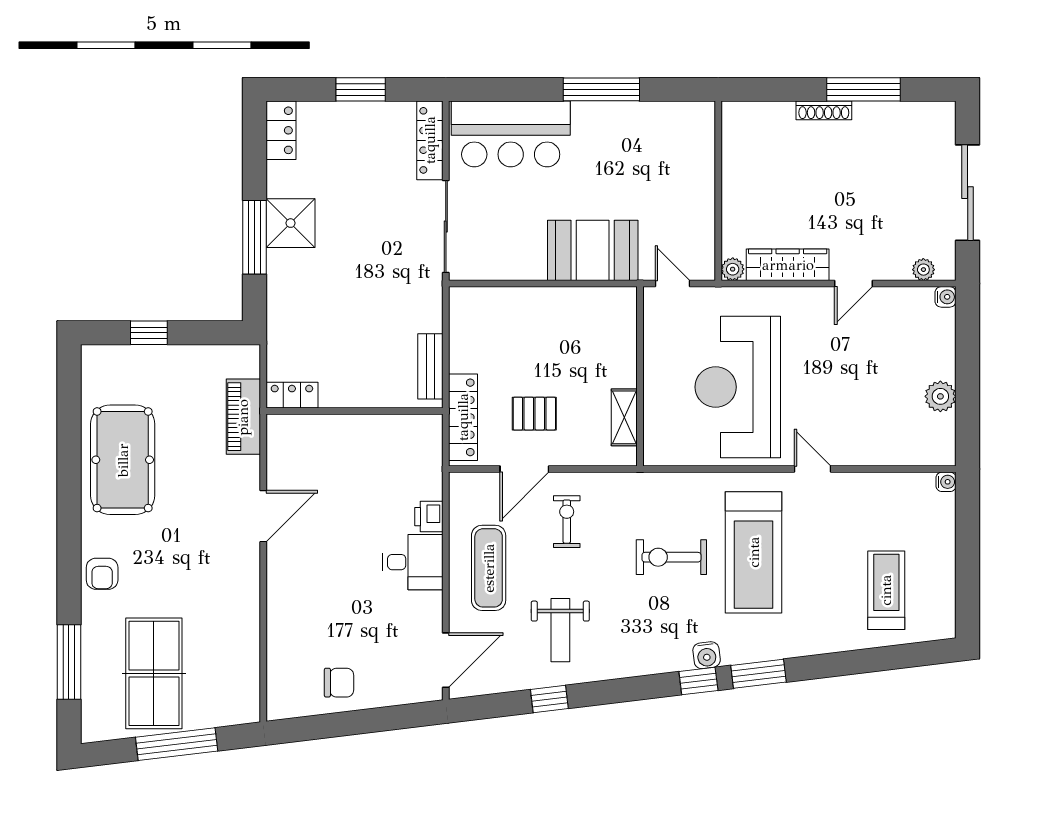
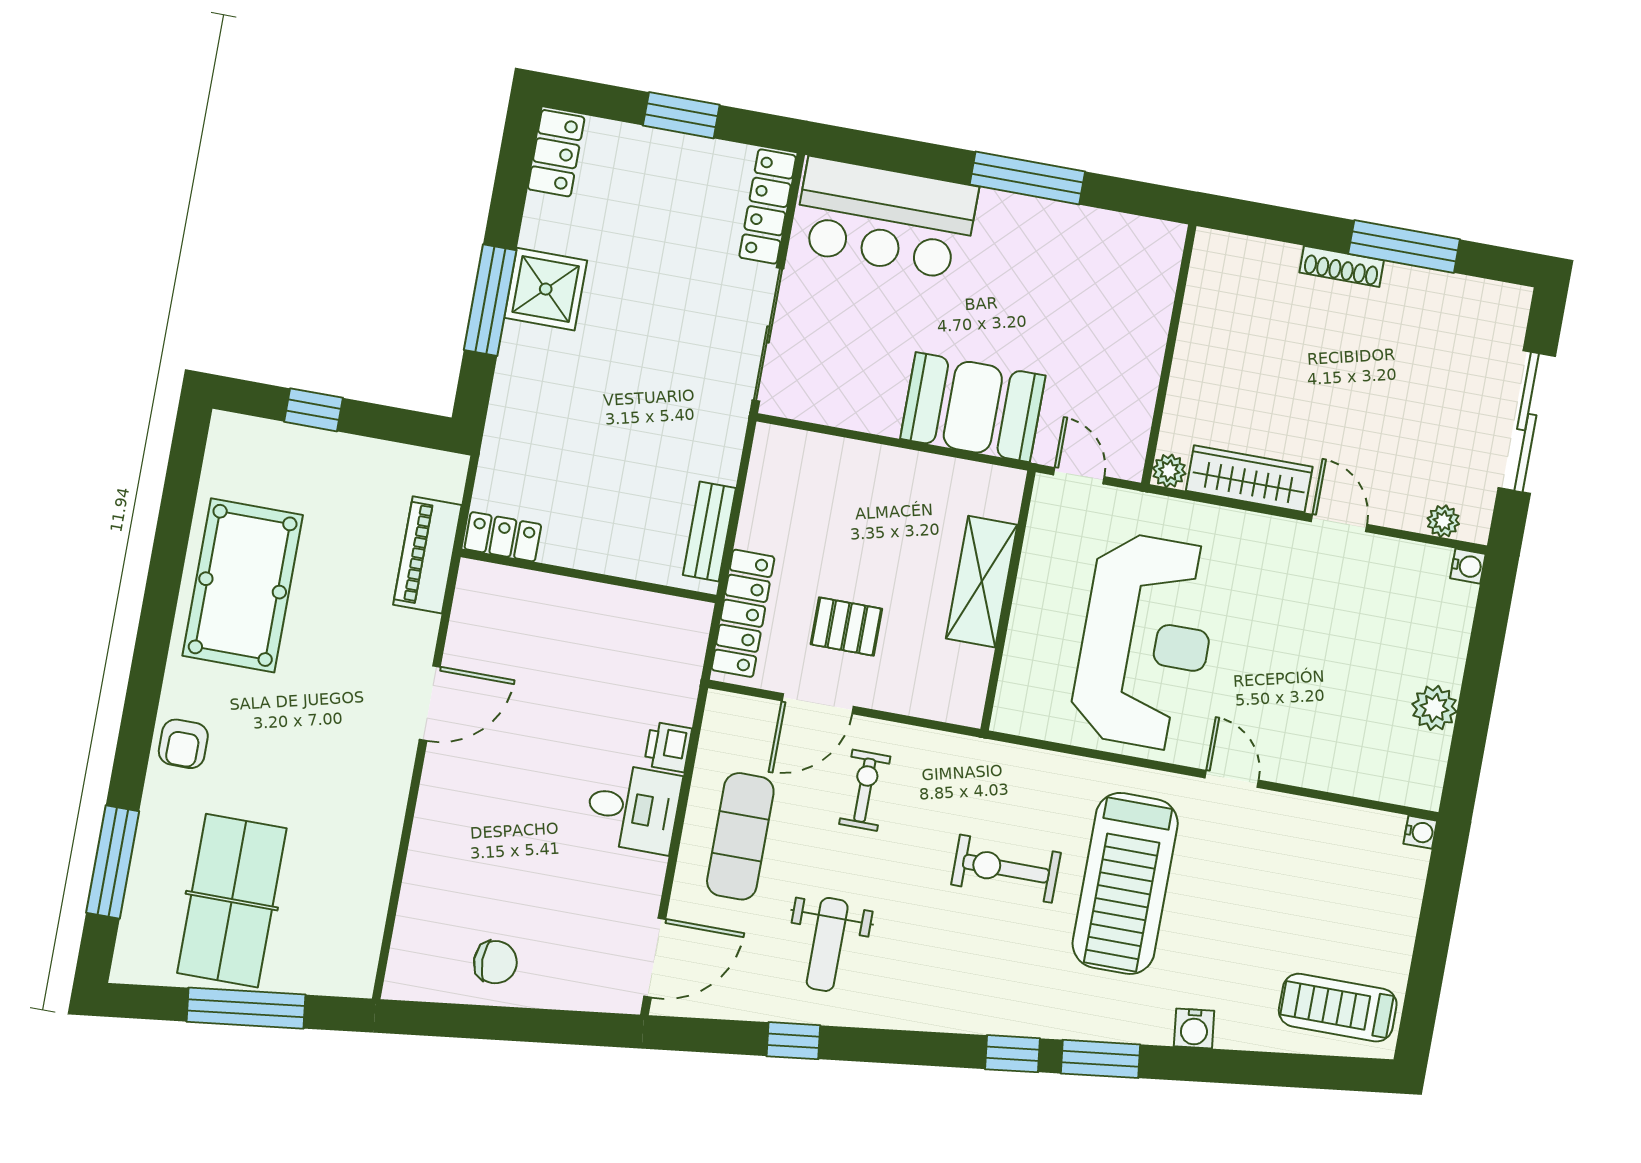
door: (854, 284) -> (1339, 523), swing flipped
reception desk: (738, 387) -> (1146, 641), turned 180
shelving: (624, 417) -> (982, 582), moved, width x1.50, depth x1.33
treadmill: (886, 590) -> (1338, 1008), moved, turned -90
water cooler: (707, 655) -> (1194, 1028), moved

